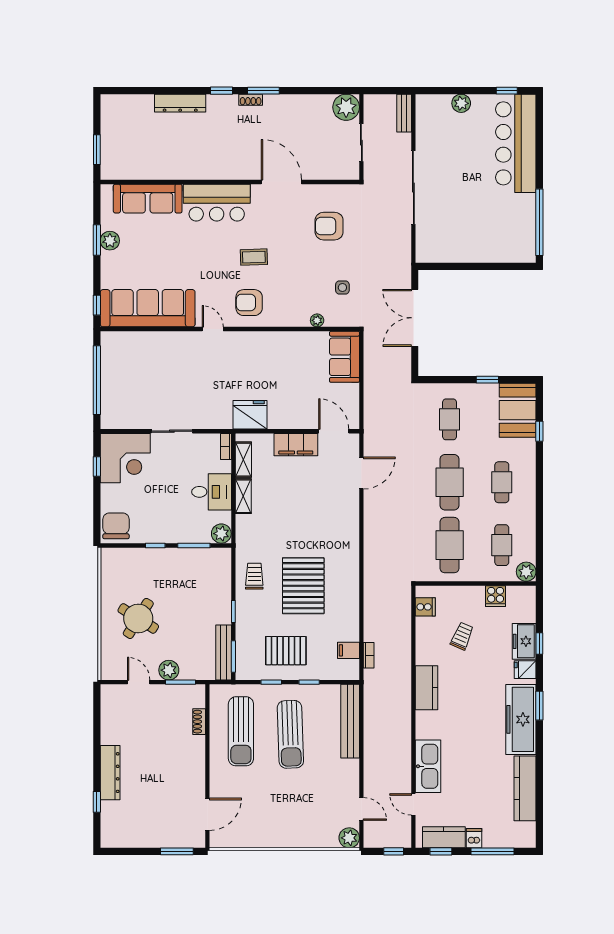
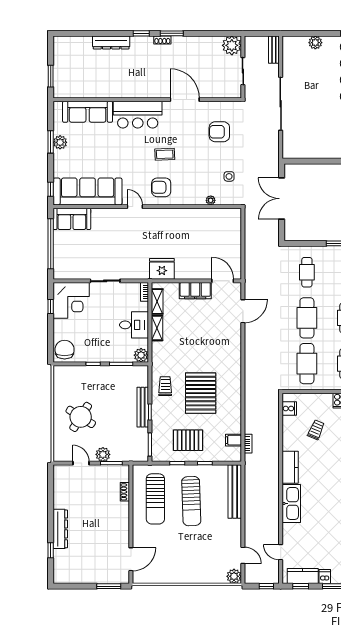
sofa: (344, 357) -> (72, 219), moved, turned -90
bench: (224, 652) -> (143, 407), moved
kitchen sink: (428, 766) -> (291, 503), moved

